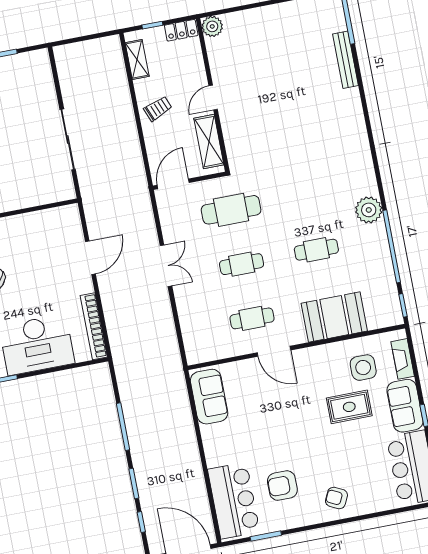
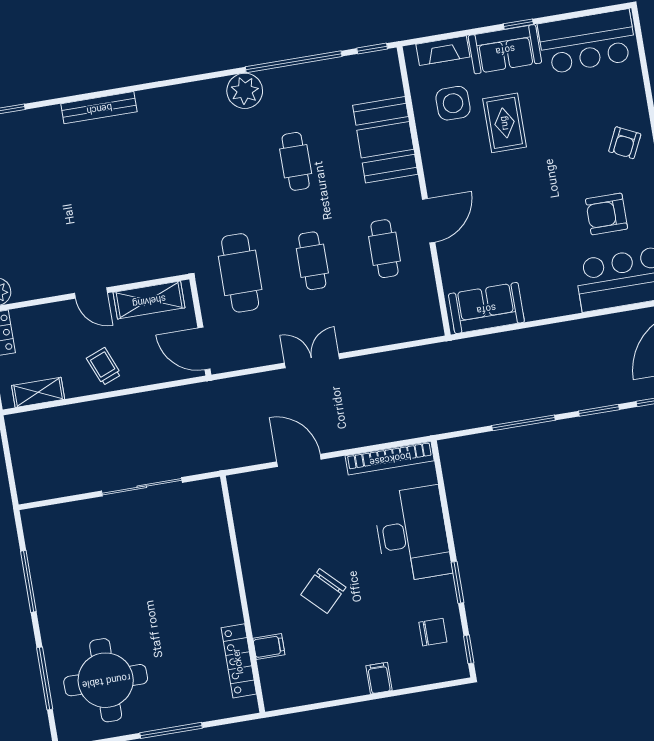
bench: (345, 60) -> (99, 108), moved
armchair: (282, 486) -> (607, 214), turned 90

